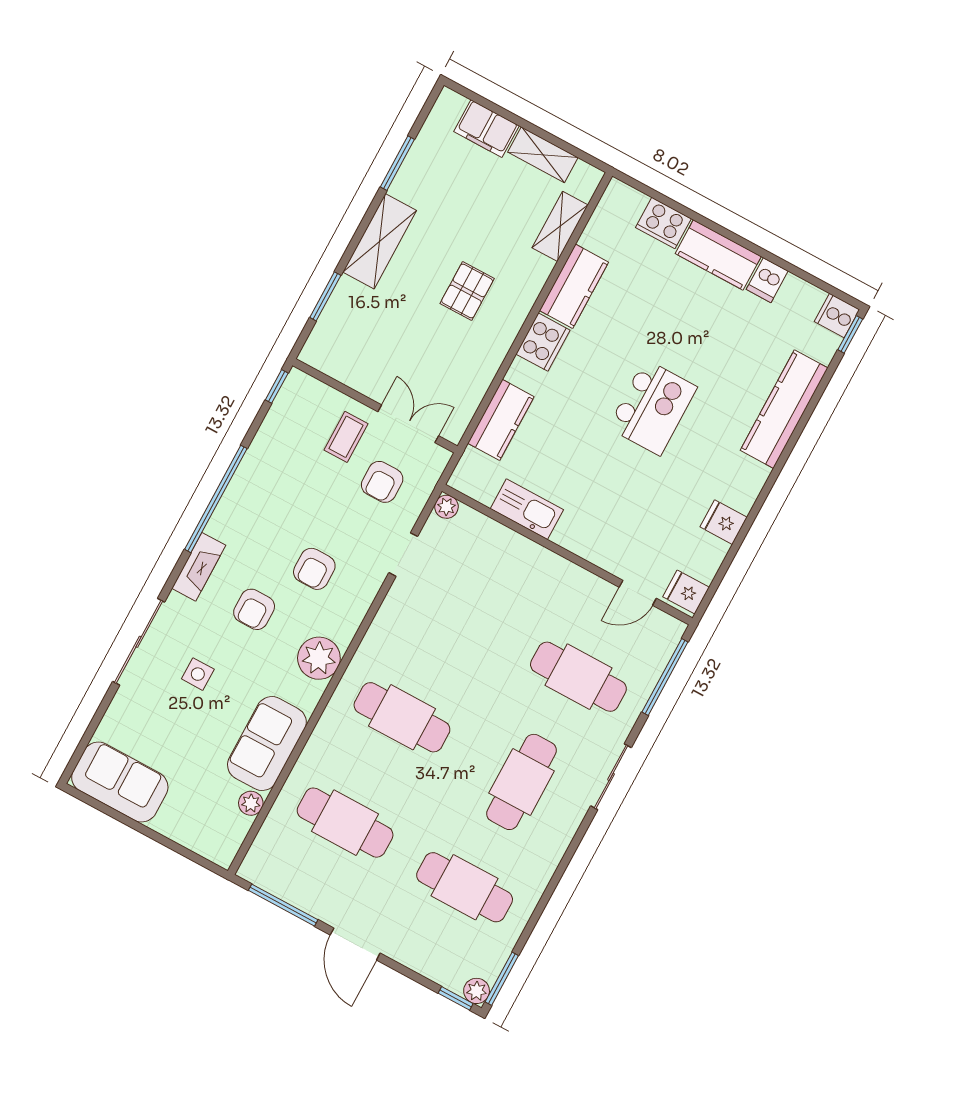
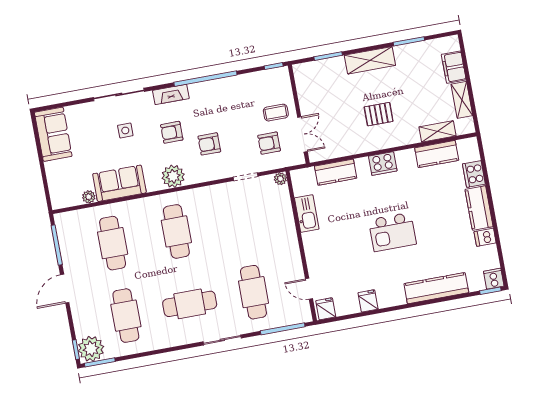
kitchen counter: (574, 286) -> (437, 154), moved
plant: (477, 991) -> (91, 349), width x1.88, depth x1.88

